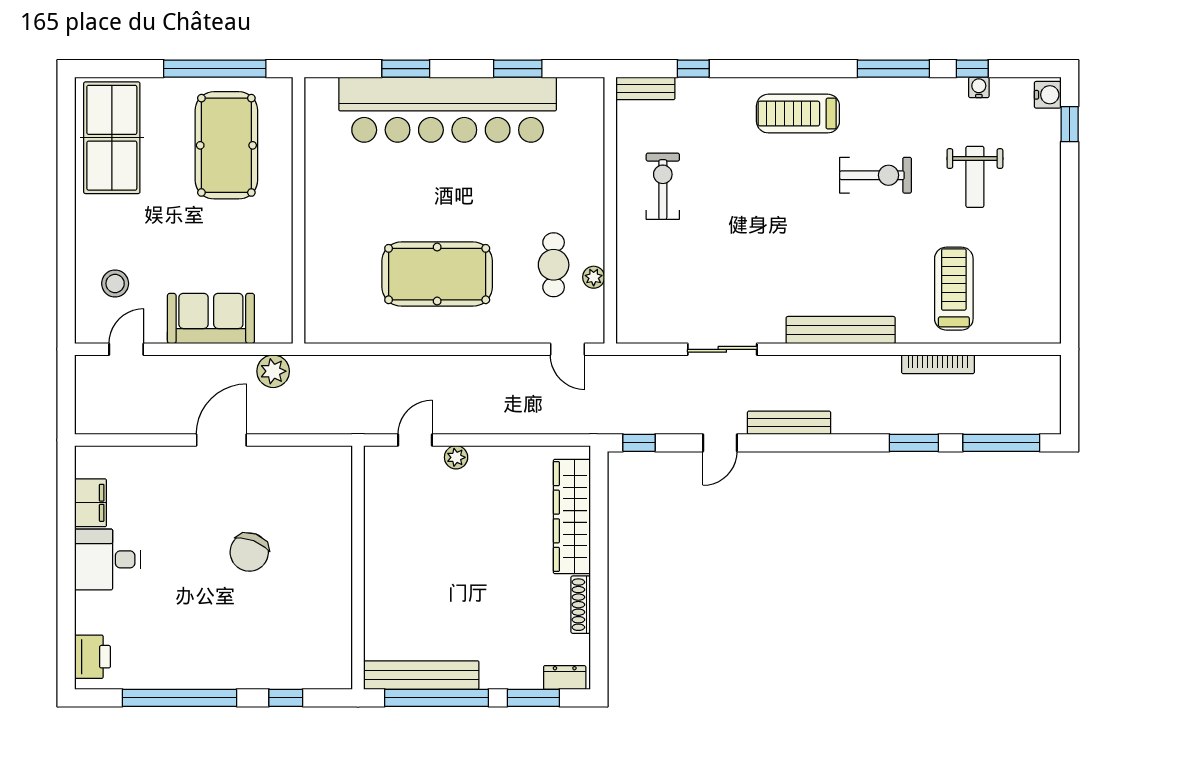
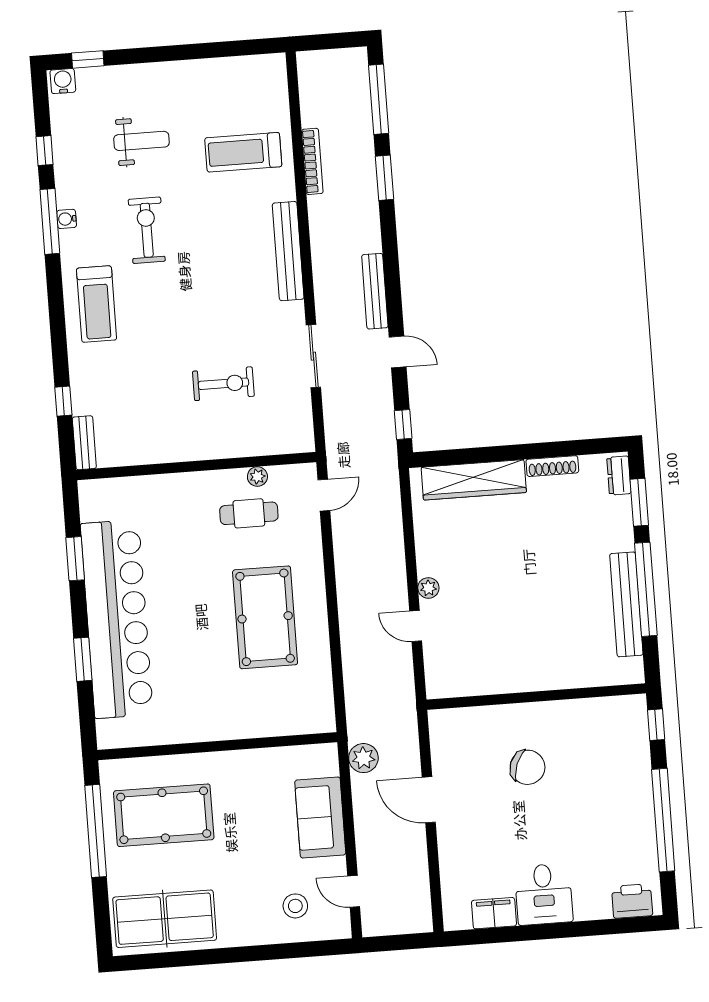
water cooler: (979, 87) -> (67, 219), moved
exercise bike: (663, 186) -> (223, 384), moved, turned 180
wall: (358, 568) -> (536, 697), moved

